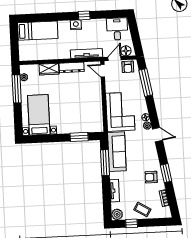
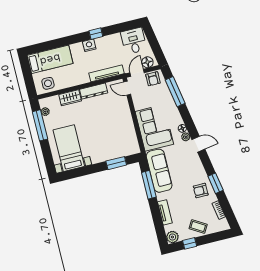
side table: (31, 52) -> (48, 83), added

